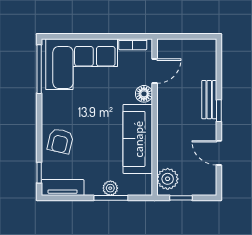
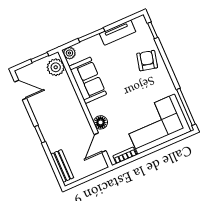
bench: (209, 100) -> (62, 166), moved
sofa: (138, 139) -> (88, 80), width x0.73
door: (219, 153) -> (21, 90), moved
tv unit: (63, 188) -> (118, 33), moved
plant: (110, 188) -> (69, 53), moved

